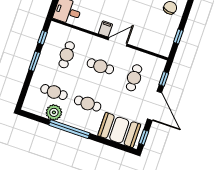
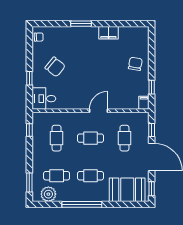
filing cabinet: (105, 29) -> (144, 103), moved
window: (34, 61) -> (29, 183), moved
plant: (54, 112) -> (48, 194), moved

